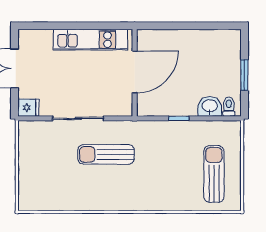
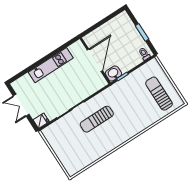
door: (135, 72) -> (95, 60), moved
wall: (135, 73) -> (95, 61), moved
washbasin: (210, 106) -> (113, 73), moved

